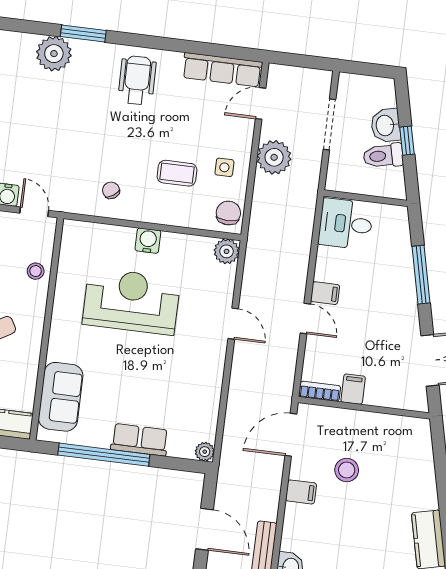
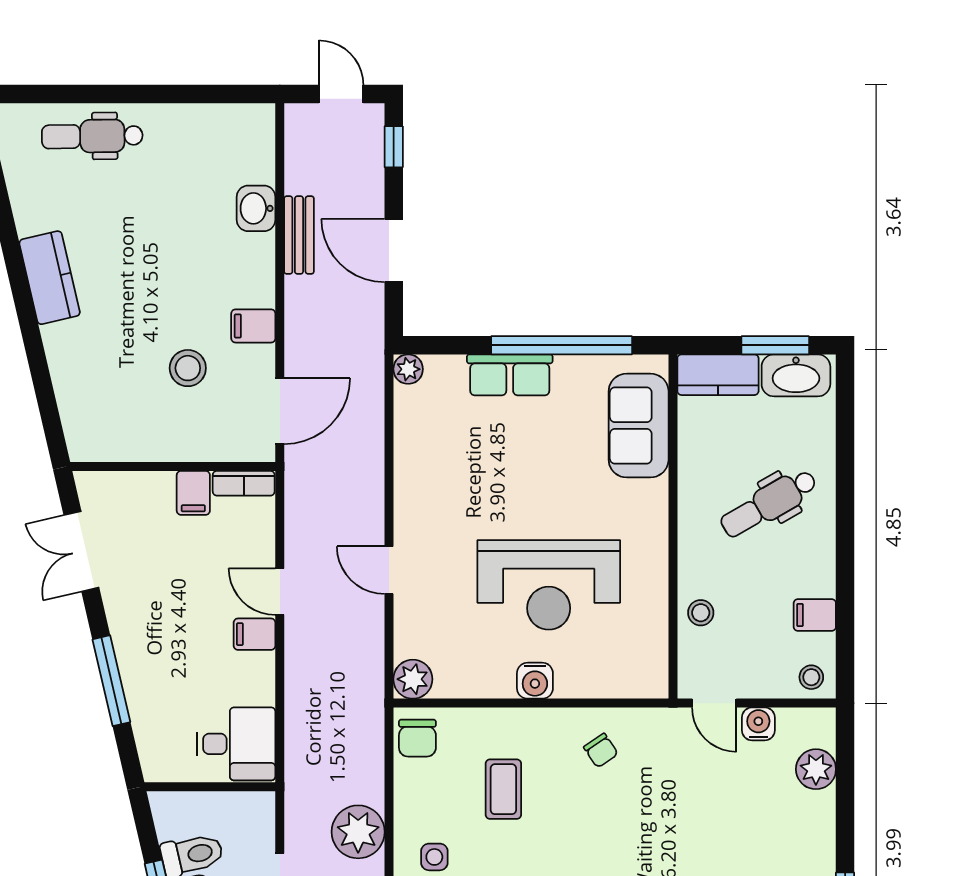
side table: (224, 167) -> (434, 857), moved
coffee table: (177, 173) -> (503, 789), turned 90

